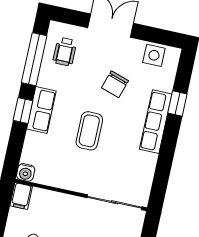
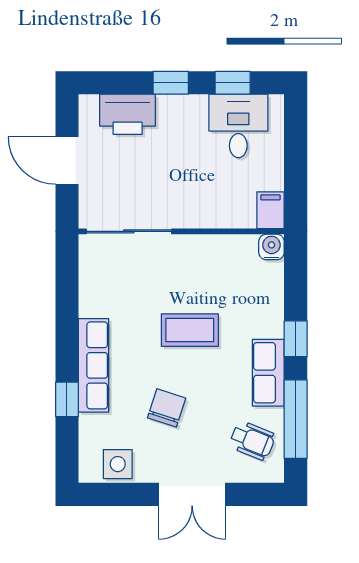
wheelchair: (65, 52) -> (252, 441), turned 112
row of seats: (41, 110) -> (268, 373), moved
coffee table: (89, 131) -> (190, 330), turned 90

